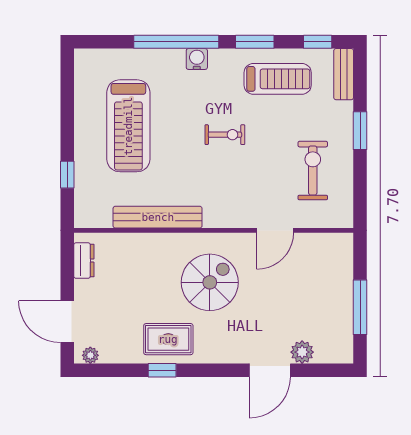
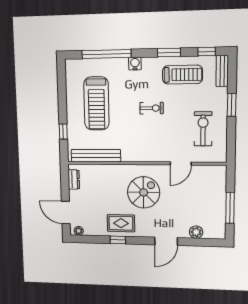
window: (176, 42) -> (106, 54), moved
bench: (158, 217) -> (96, 156), moved
door: (270, 370) -> (166, 241), moved

